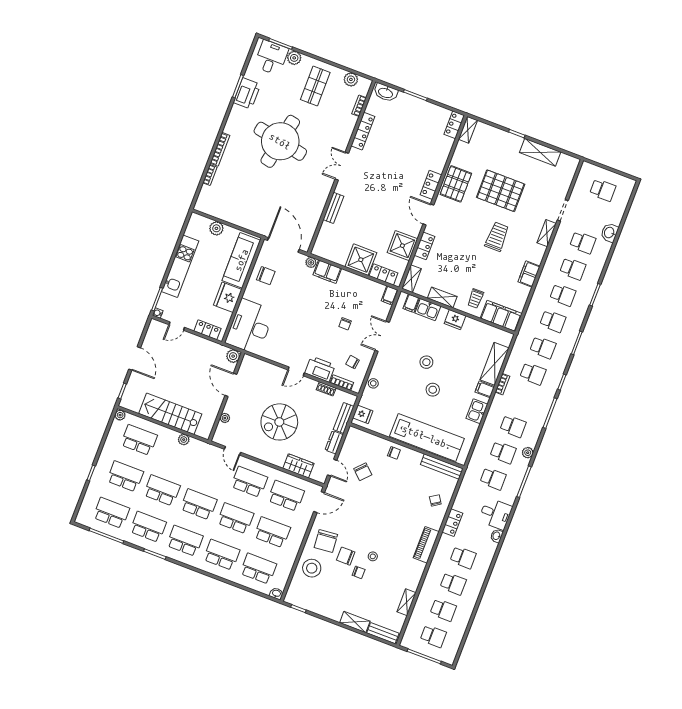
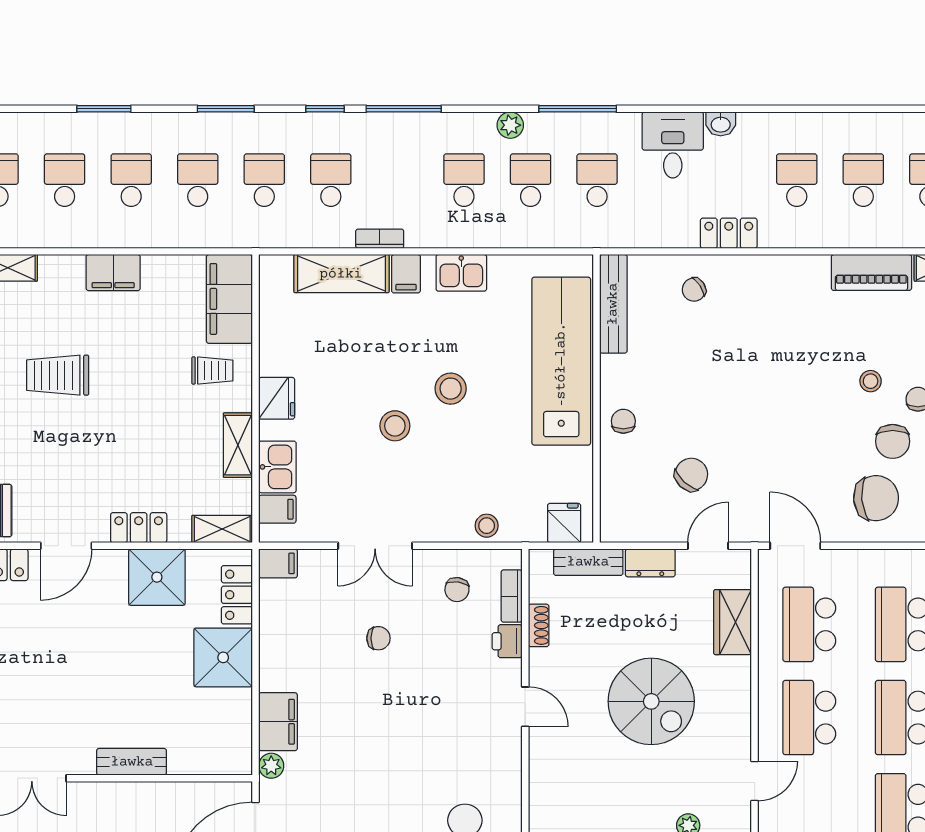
printer: (320, 369) -> (507, 641), width x0.53, depth x0.68
piano: (426, 545) -> (871, 272), moved

